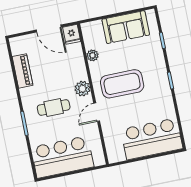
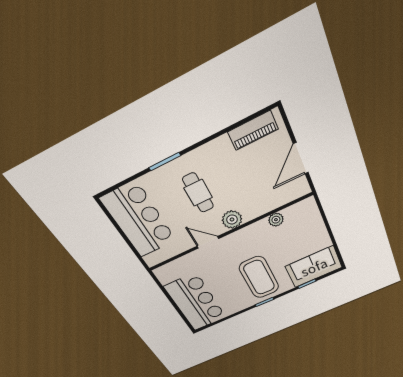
sofa: (126, 27) -> (314, 267), moved, turned 90
fridge: (72, 34) -> (298, 189), removed
piano: (22, 71) -> (253, 131), moved
coffee table: (122, 84) -> (259, 277), moved

